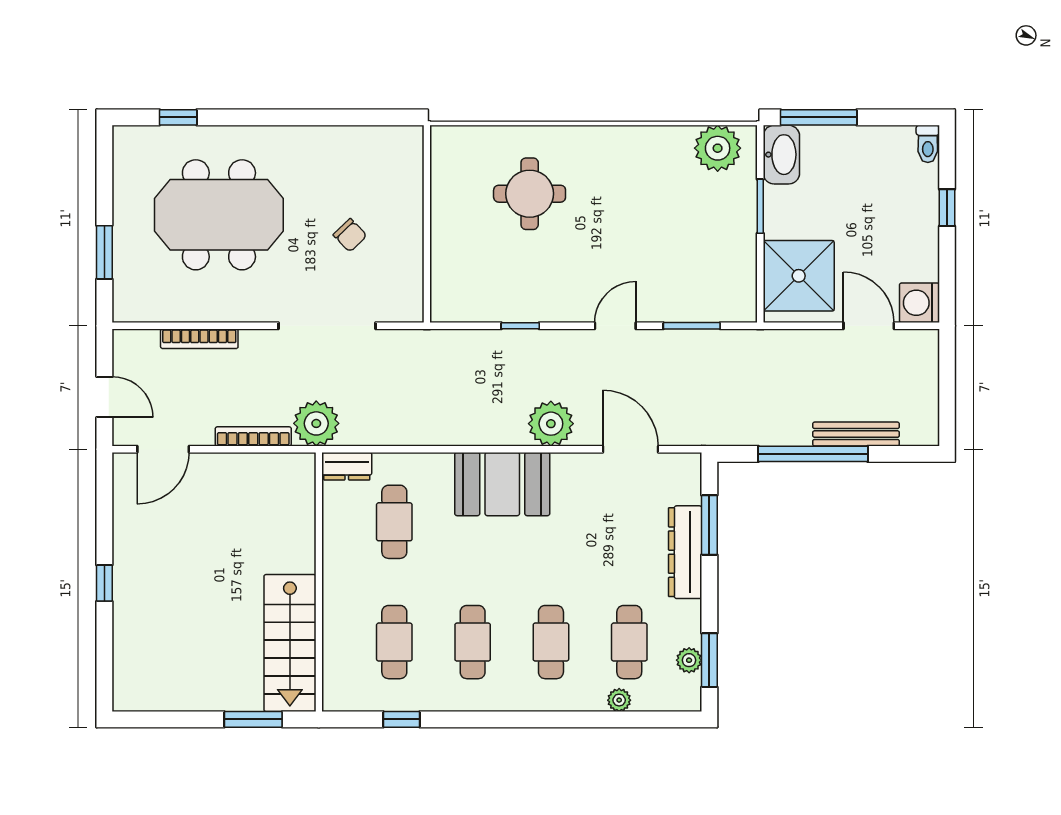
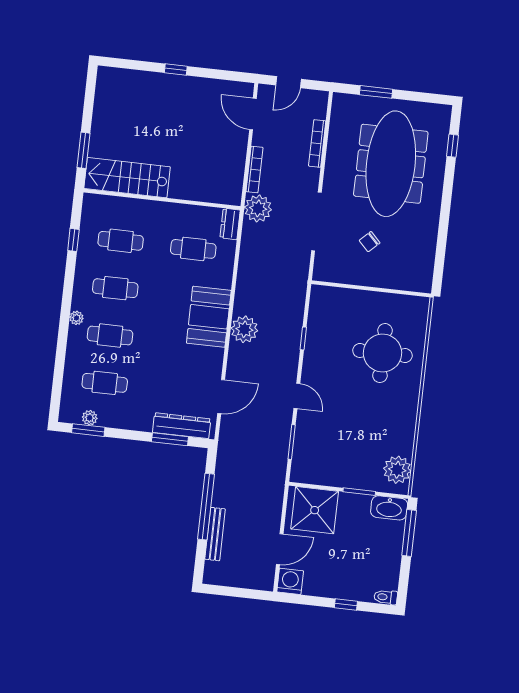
round table: (530, 194) -> (382, 353), width x1.36, depth x1.36
meeting table: (219, 215) -> (391, 164), width x1.36
plant: (551, 424) -> (244, 329), moved
dresser: (685, 552) -> (182, 426), moved
plant: (619, 700) -> (76, 318), moved

